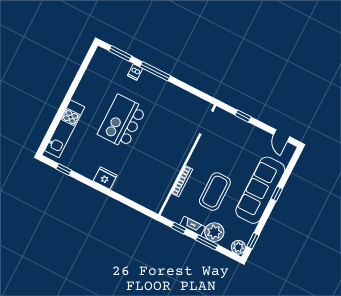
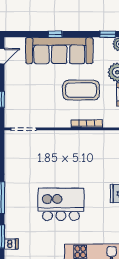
dishwasher: (135, 72) -> (11, 244), moved
kitchen island: (122, 121) -> (61, 204), turned 180

